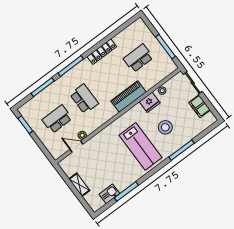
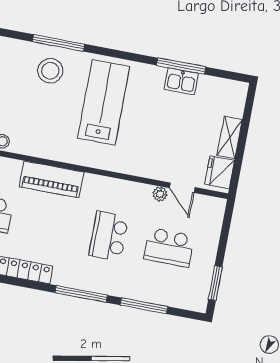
fridge: (150, 102) -> (220, 172), moved, turned -90
stool: (165, 127) -> (50, 71), moved
kitchen sink: (109, 194) -> (181, 81), moved

